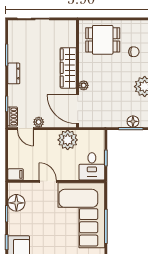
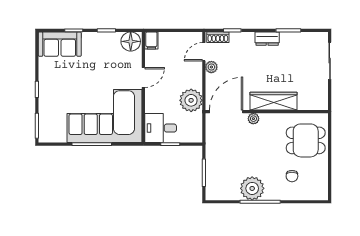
dining table: (103, 40) -> (306, 140), turned 90
floor lamp: (133, 121) -> (212, 175), removed
floor lamp: (16, 203) -> (131, 41), moved

